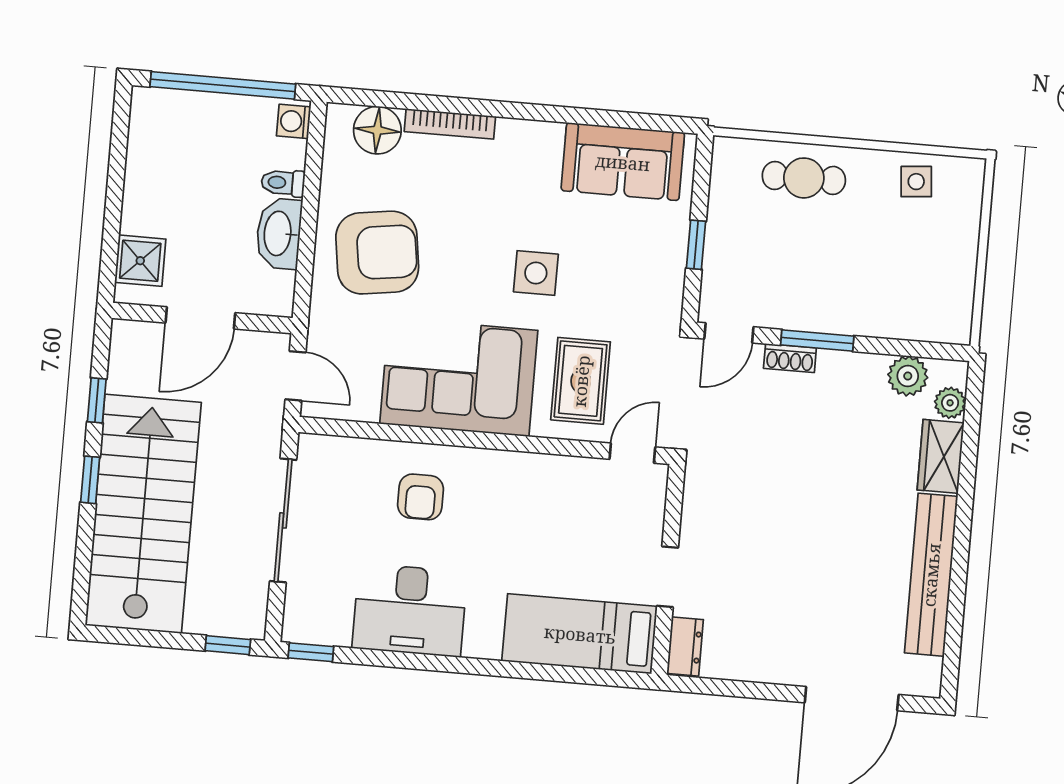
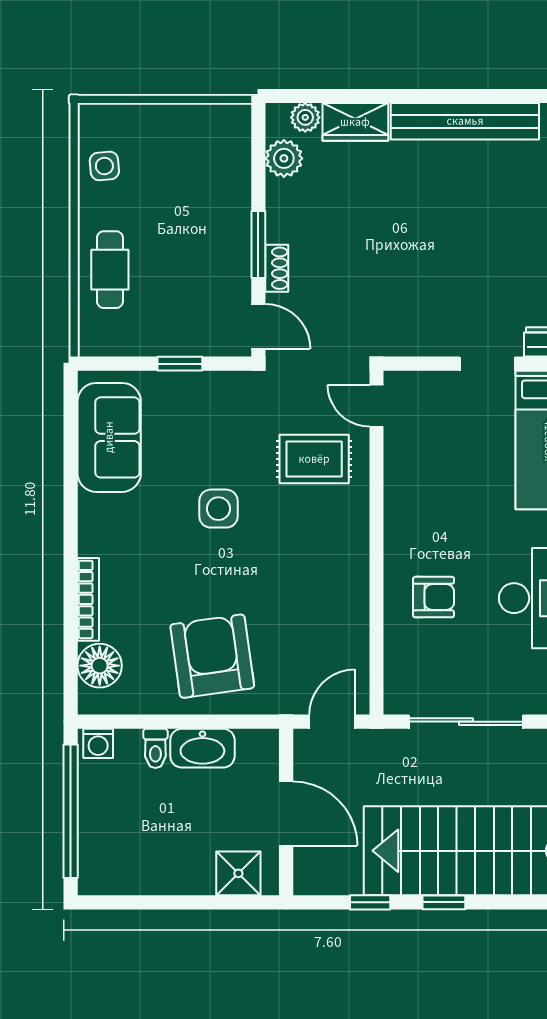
corner sofa: (459, 377) -> (320, 571), removed

